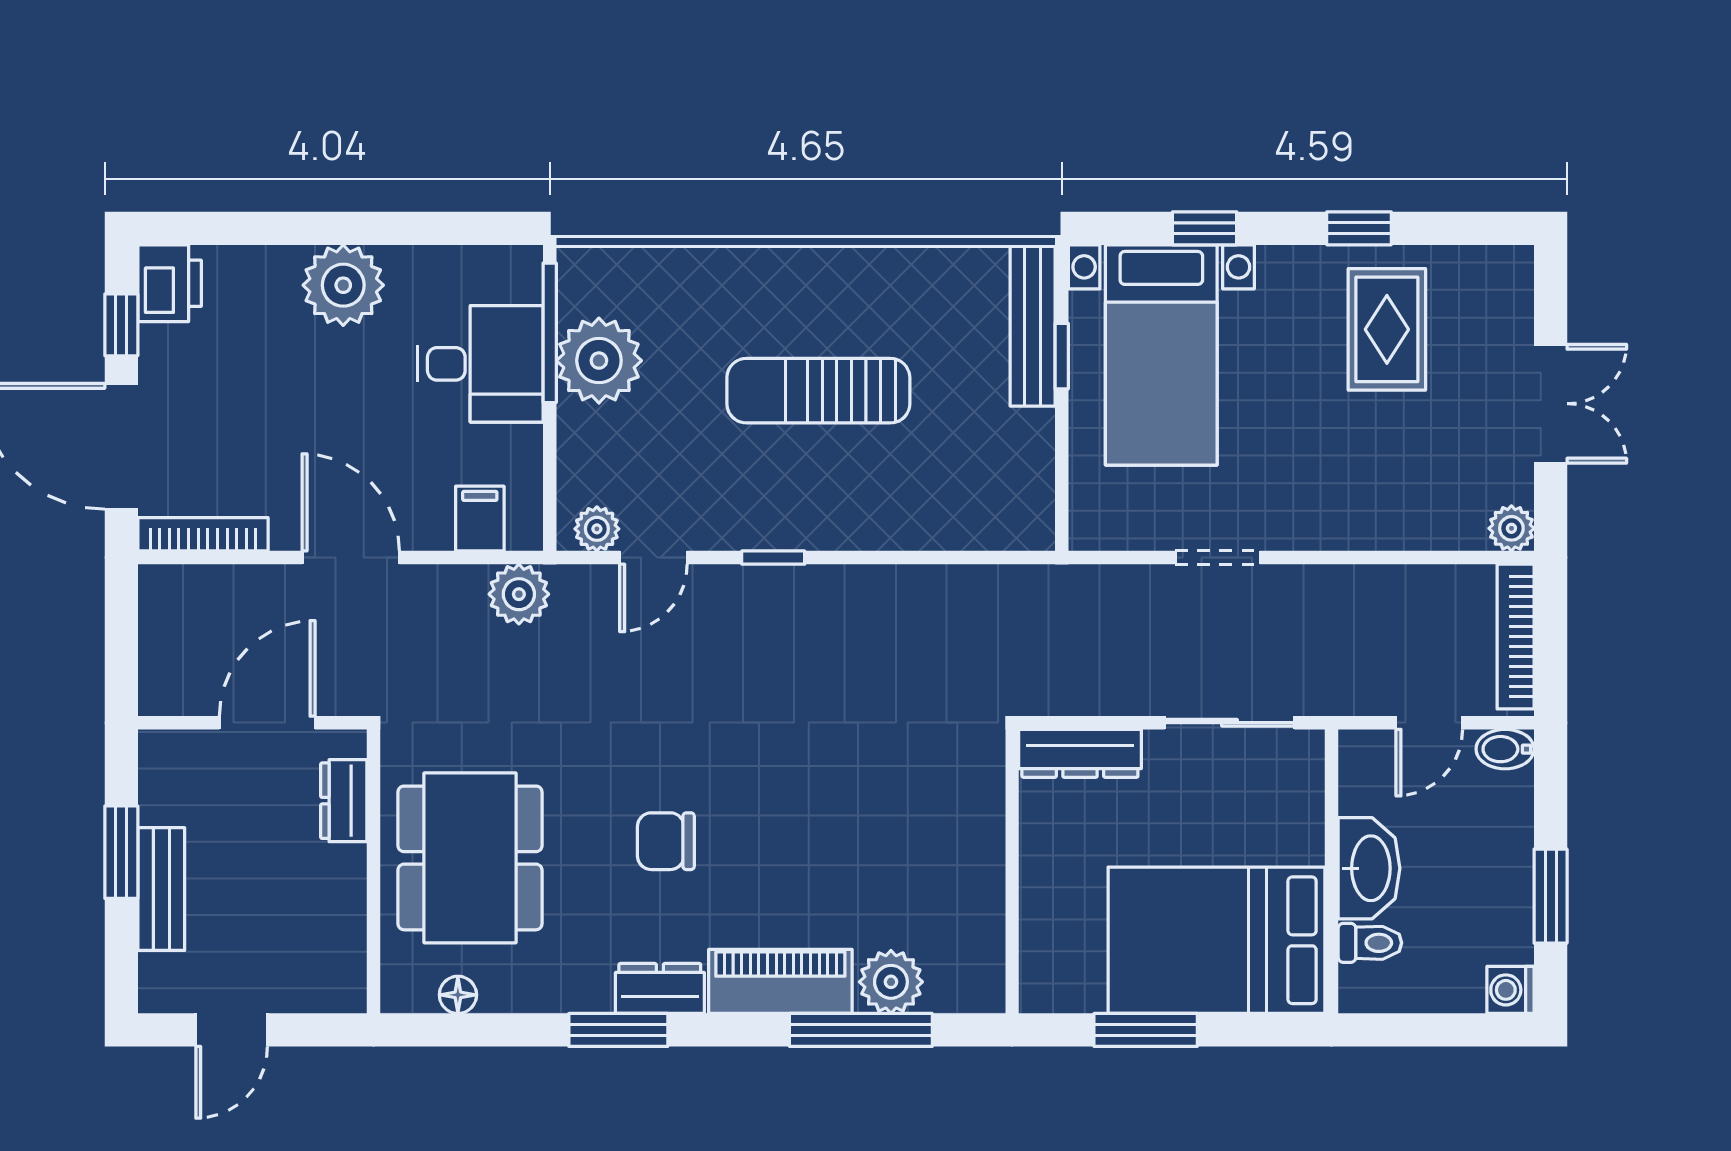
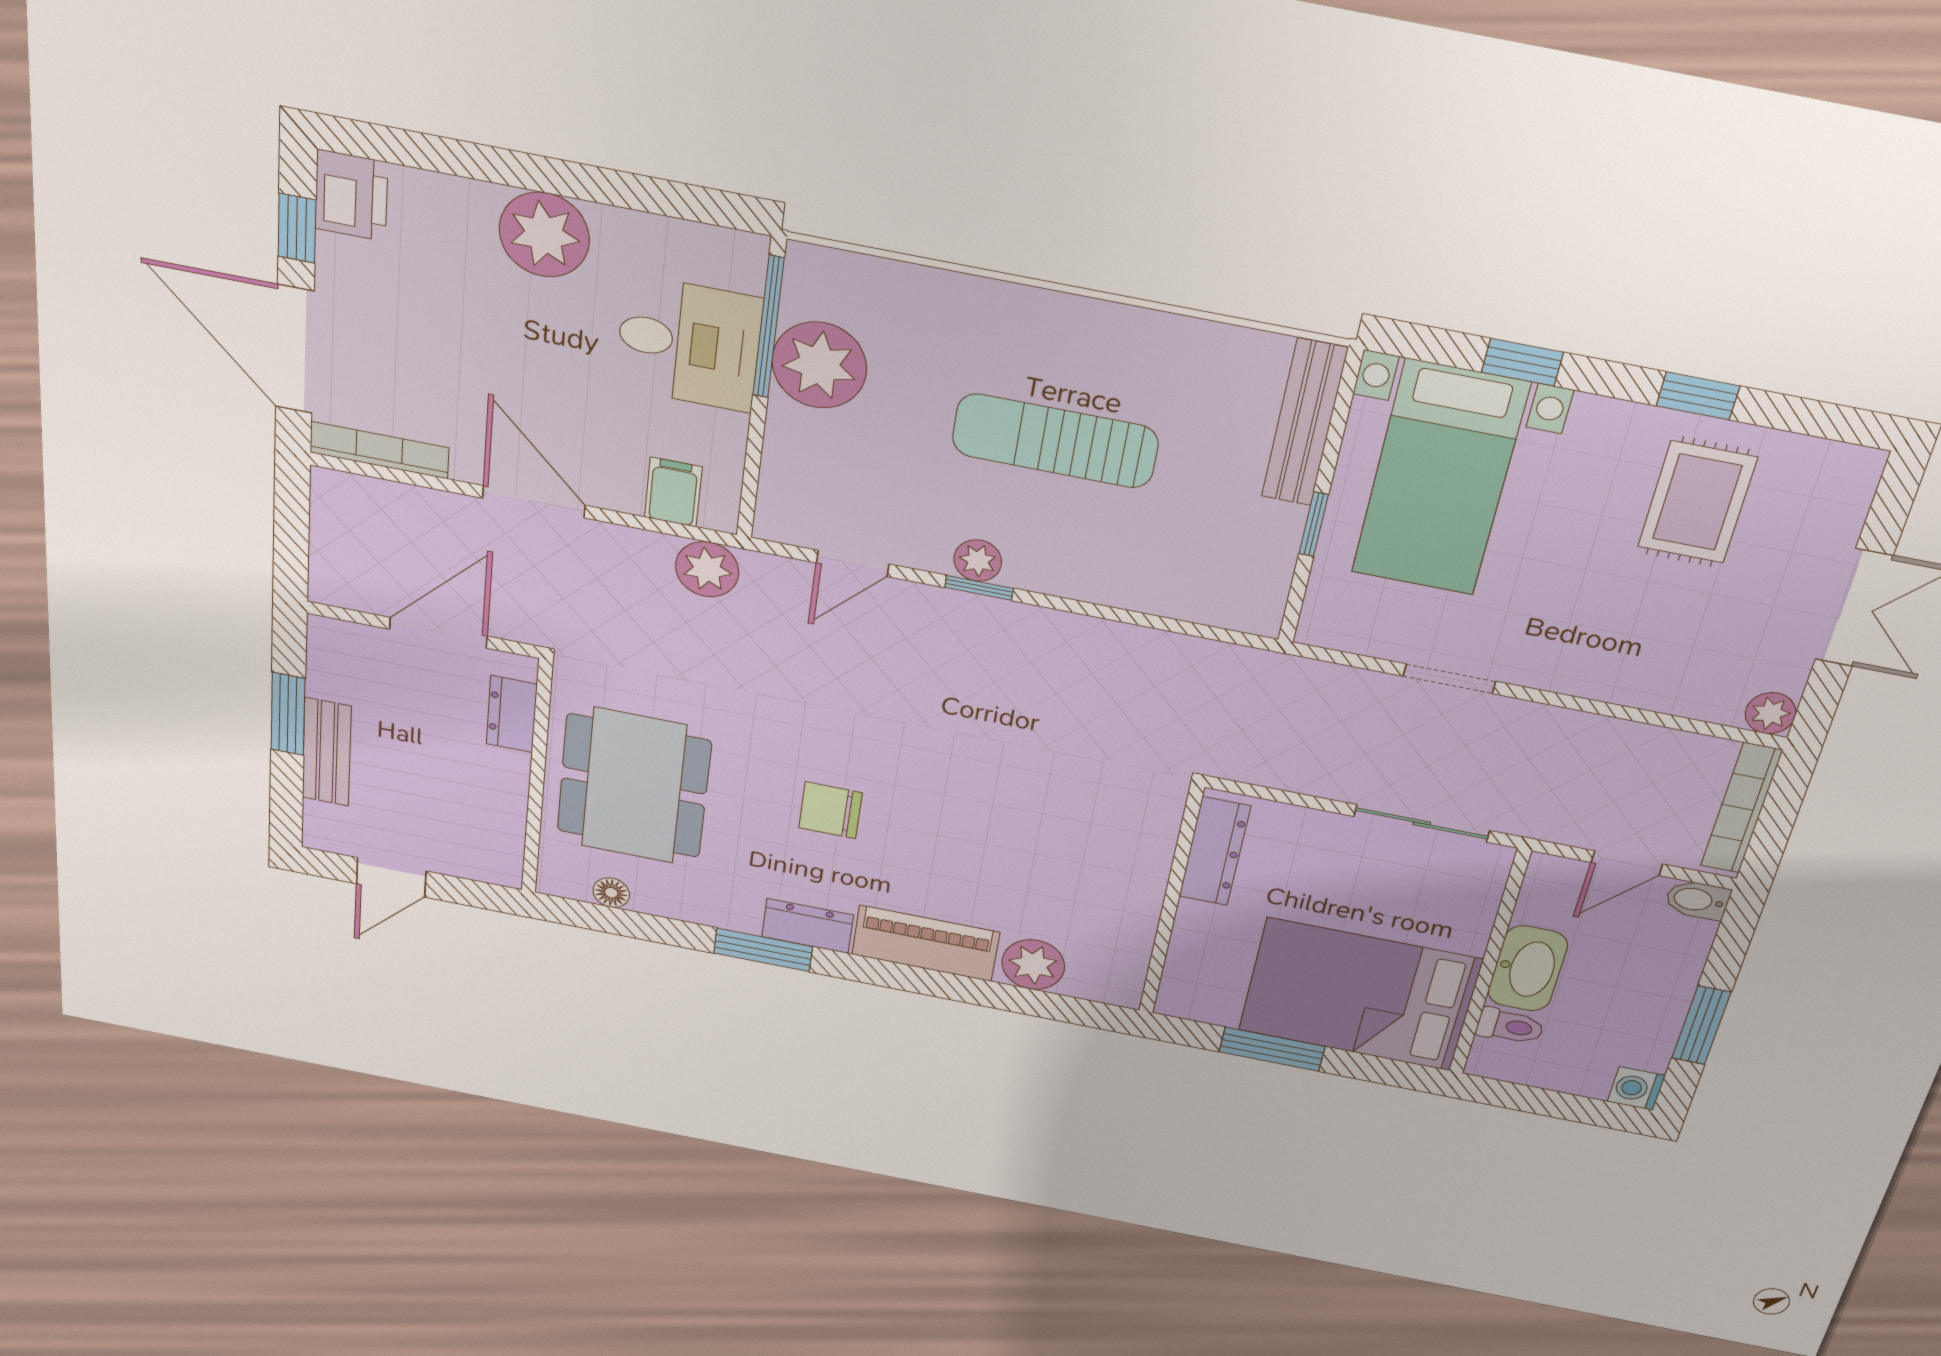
window: (1062, 356) -> (1314, 524), moved
plant: (597, 529) -> (978, 561), moved
dresser: (1080, 753) -> (1215, 851), moved, turned -90
window: (861, 1030) -> (997, 996), removed

